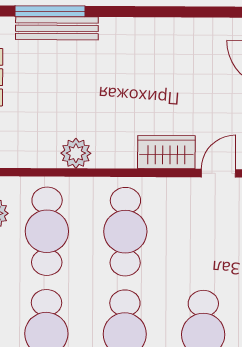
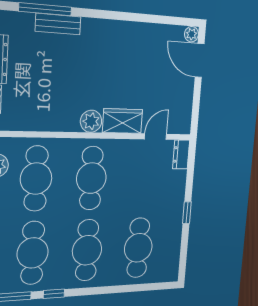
bench: (57, 28) -> (58, 24), width x0.73
plant: (76, 153) -> (91, 121), moved

